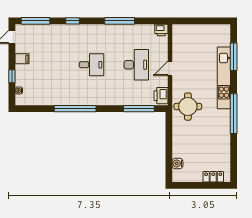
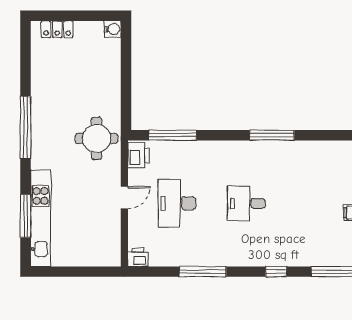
kitchen unit: (224, 78) -> (41, 218), moved
window: (75, 109) -> (272, 135), width x0.68
water cooler: (177, 163) -> (113, 29), moved

